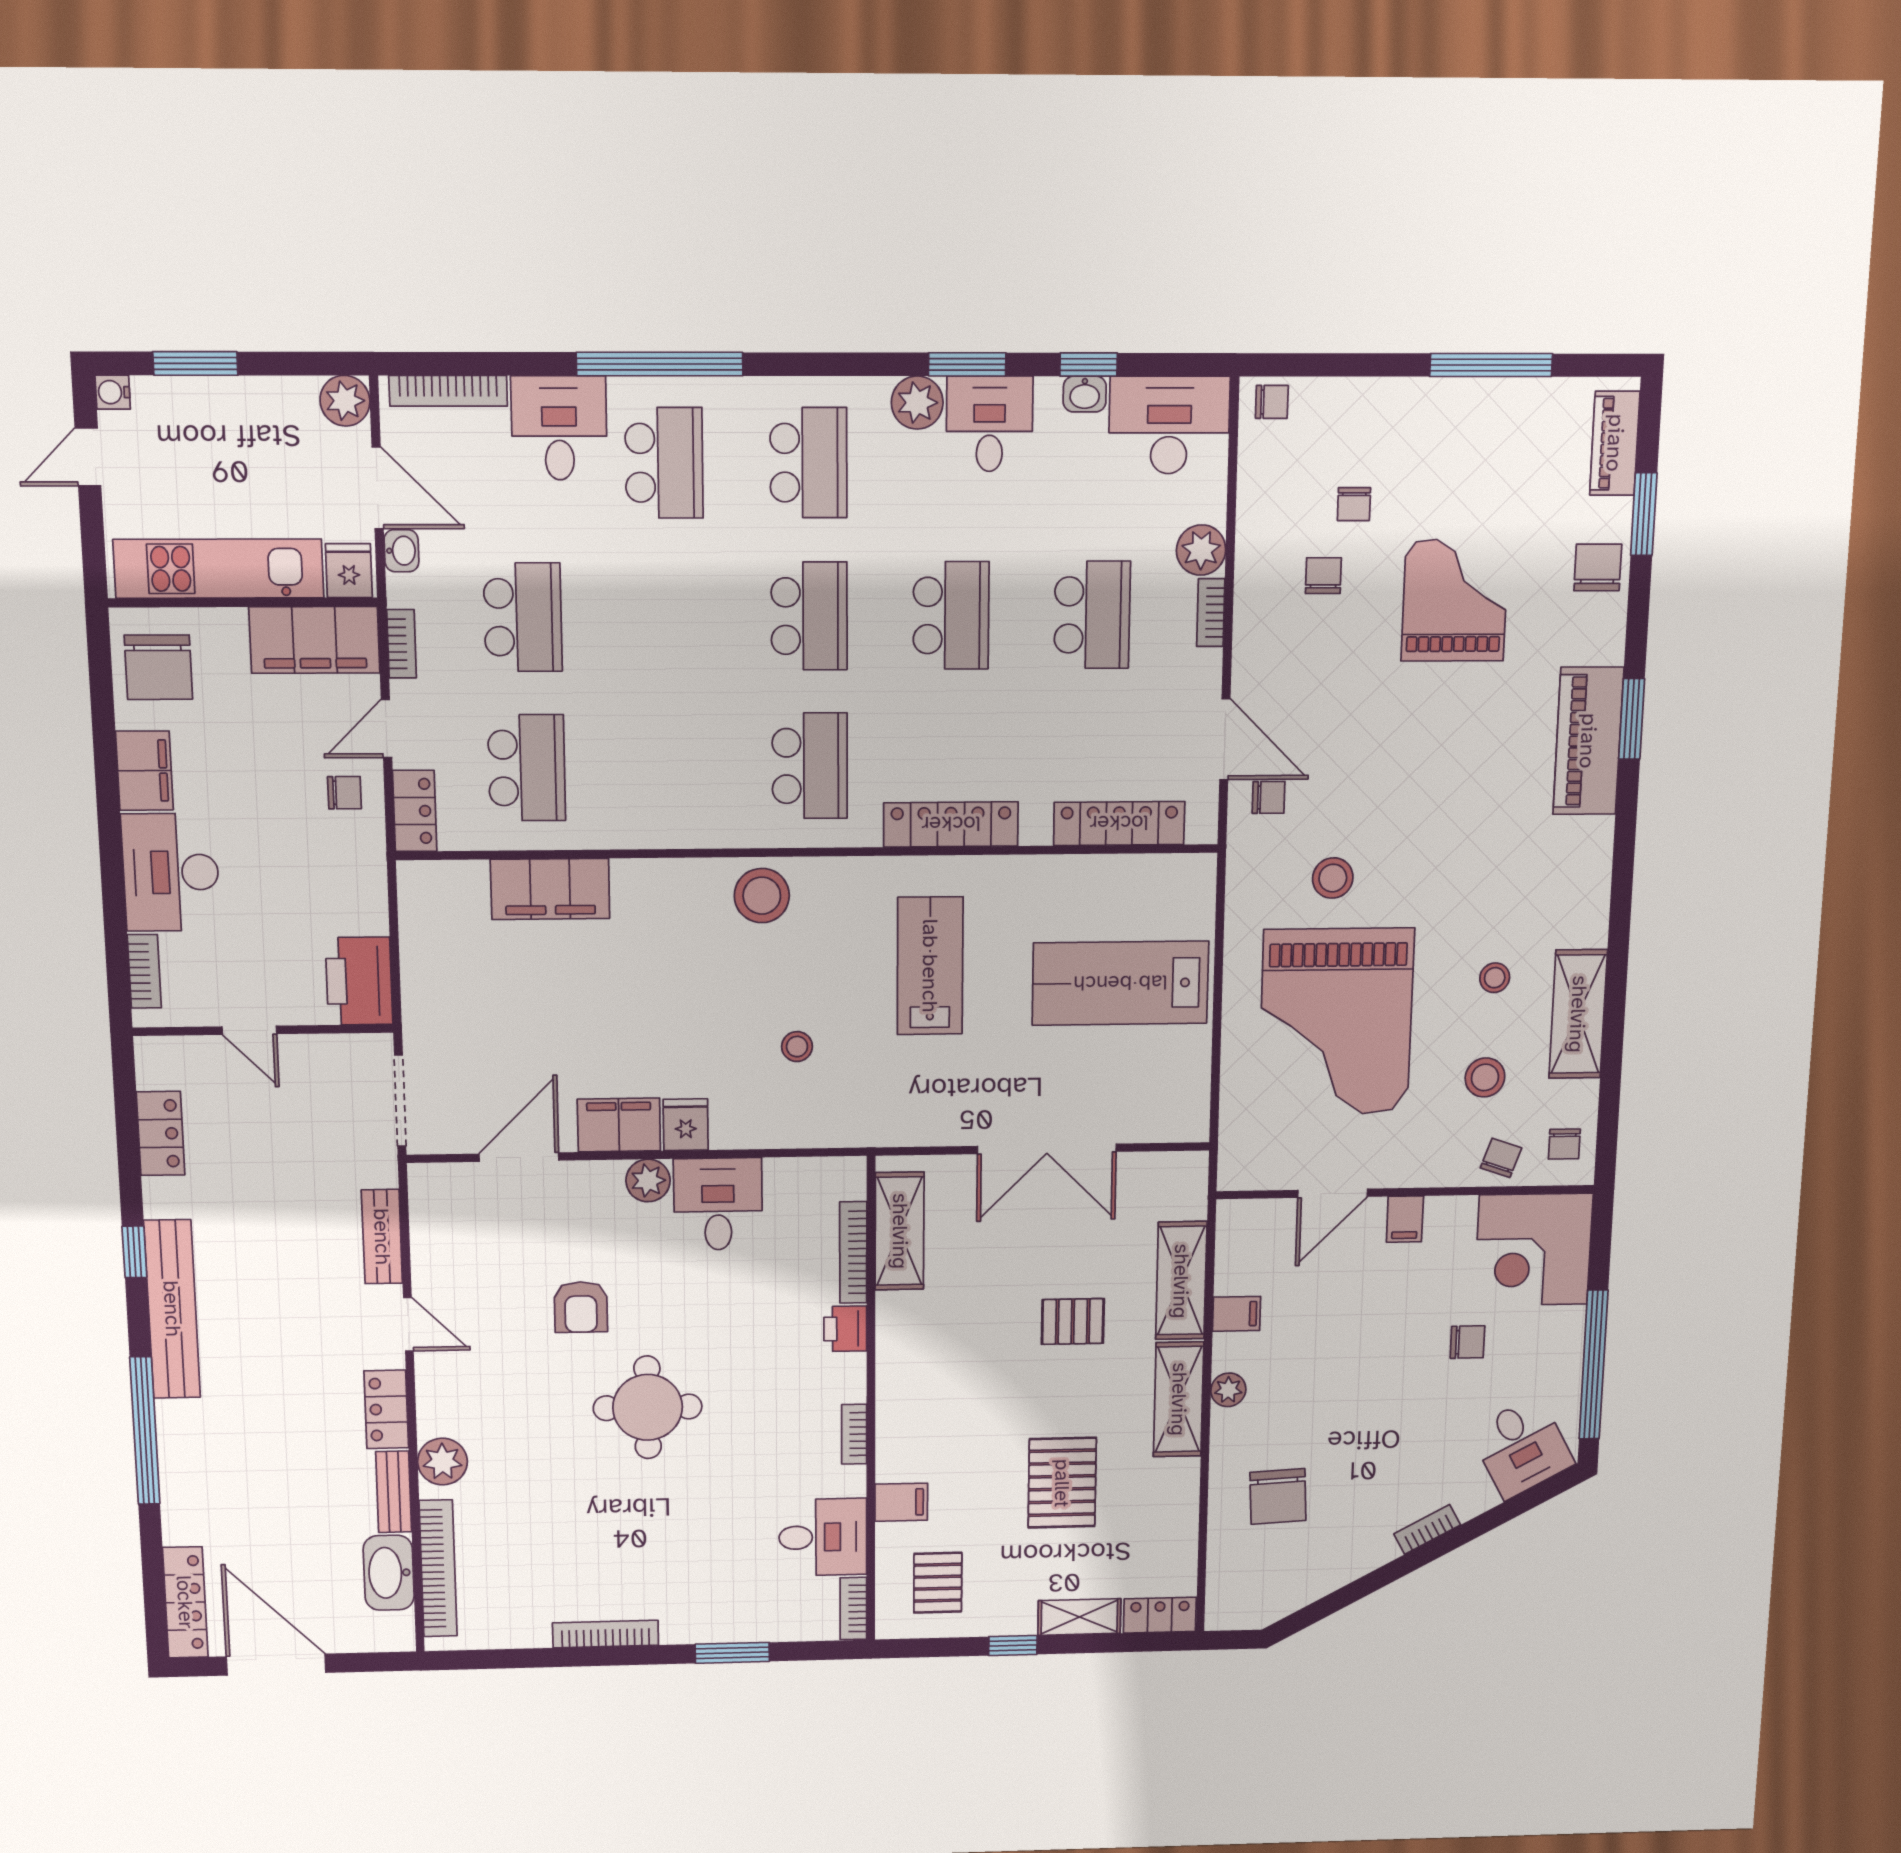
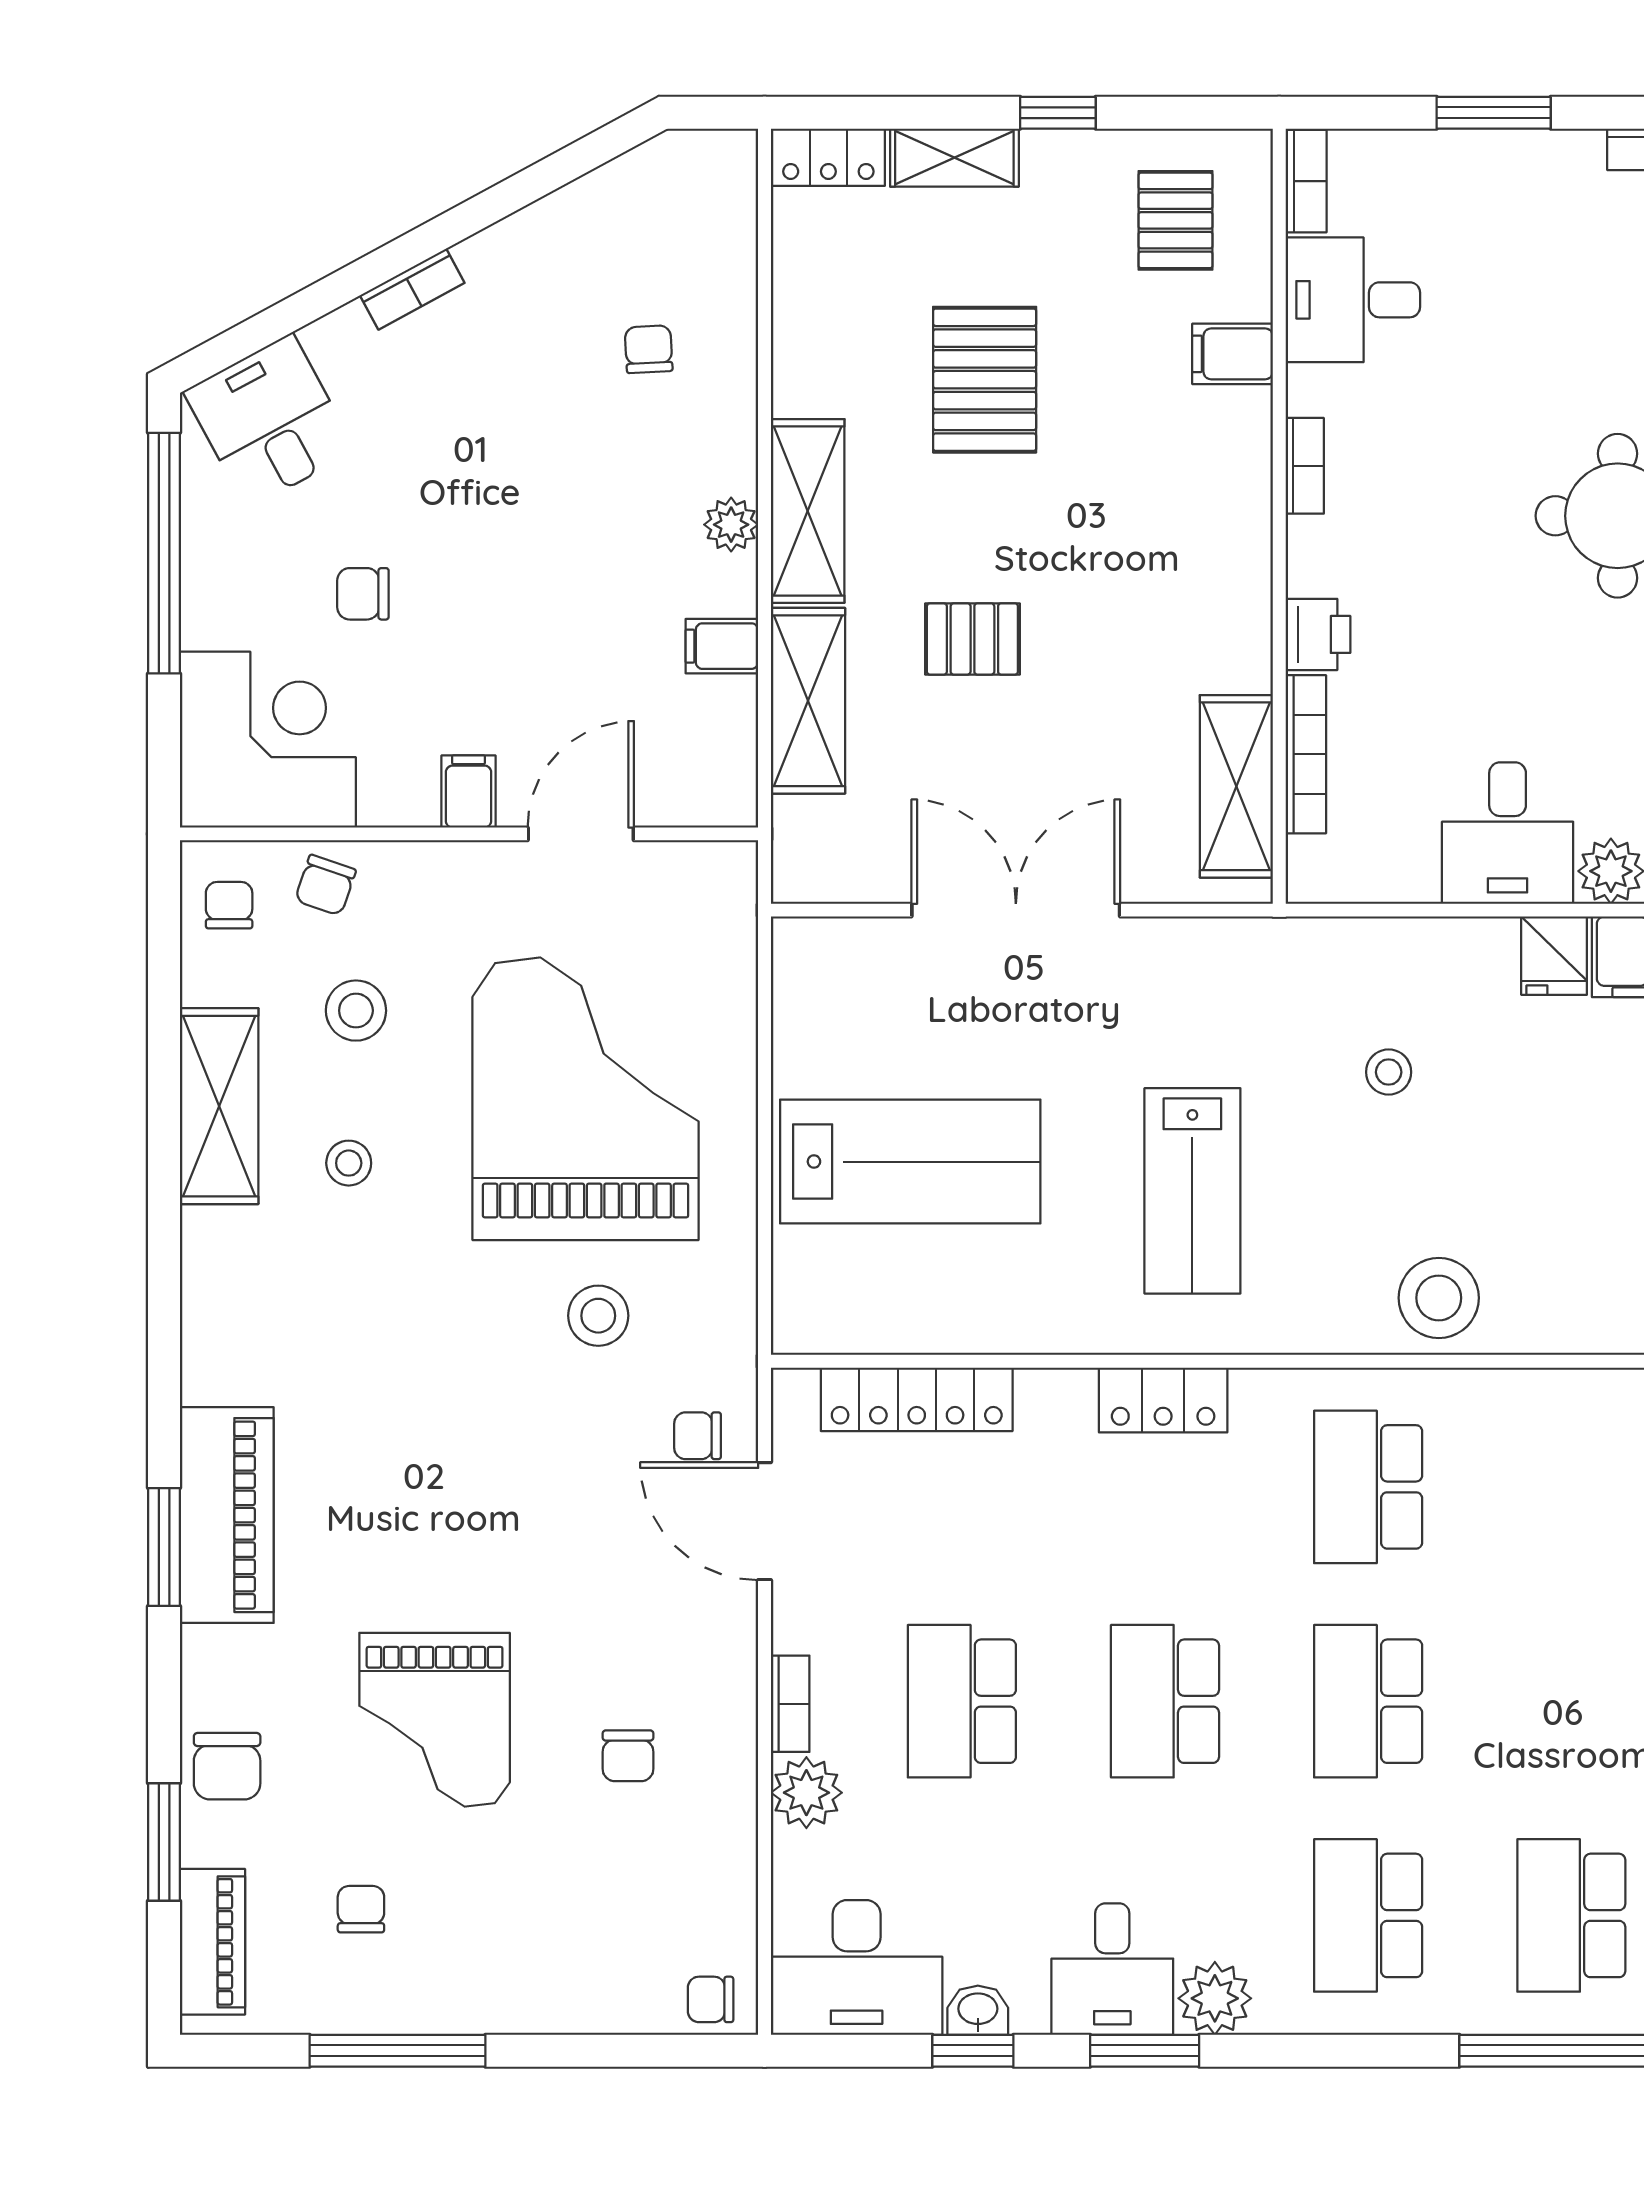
chair: (1354, 504) -> (361, 1909), moved
locker: (951, 824) -> (1163, 1400), width x0.66
chair: (1278, 1496) -> (649, 349), width x0.54, depth x0.54

